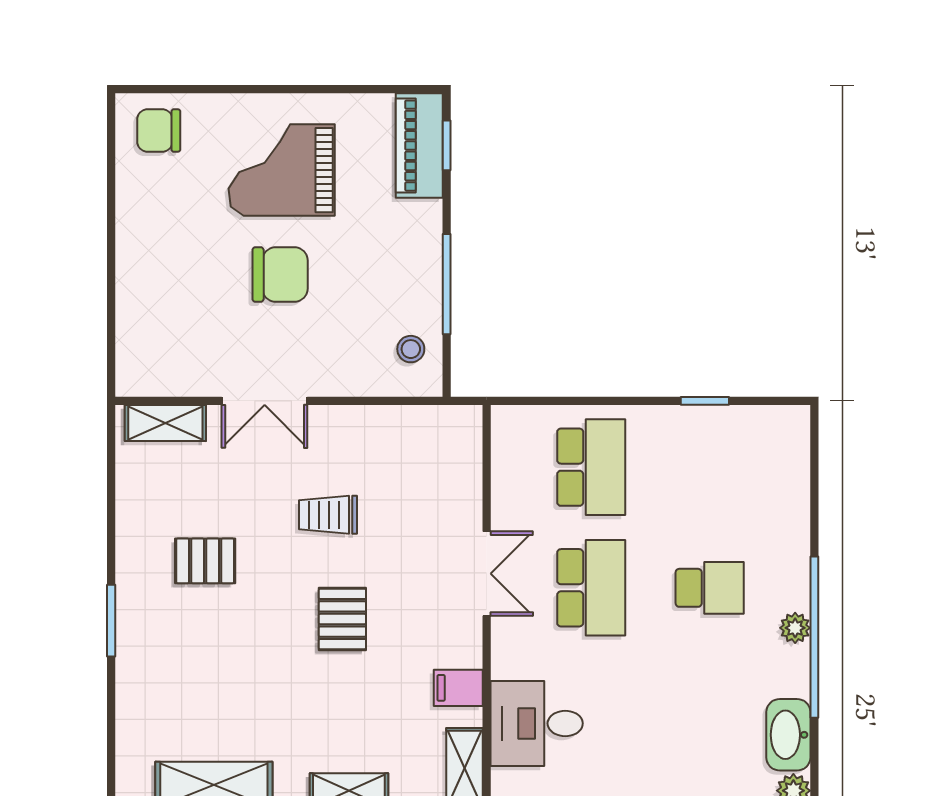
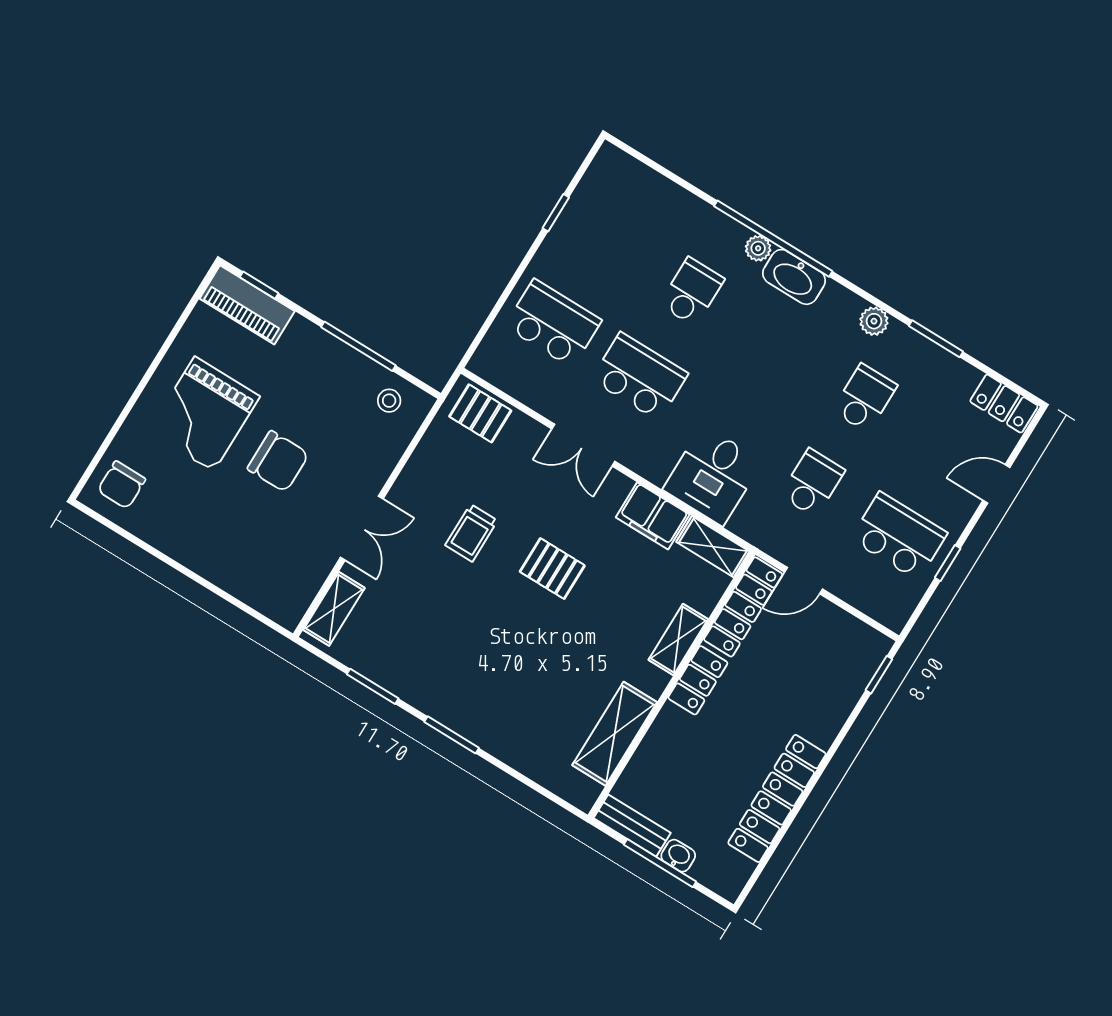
chair: (280, 274) -> (278, 461), turned 90
window: (111, 510) -> (373, 686), added
pallet: (205, 561) -> (480, 413), moved, turned 90
double door: (487, 574) -> (583, 445), swing flipped
filing cabinet: (458, 688) -> (653, 516), width x2.00
washbasin: (788, 735) -> (794, 277), moved

